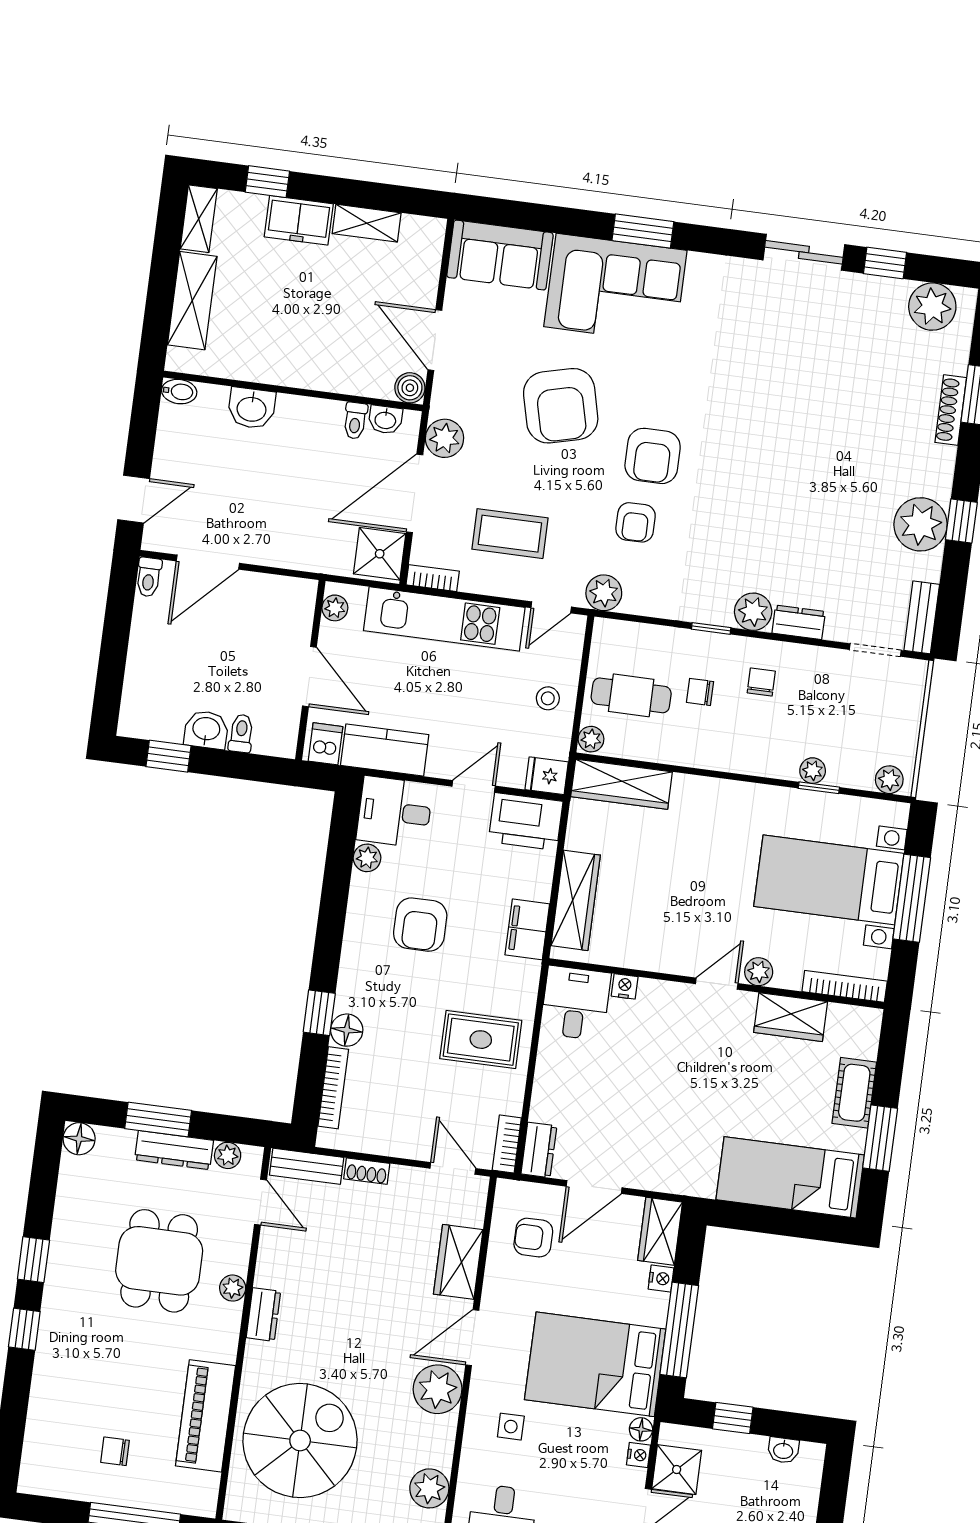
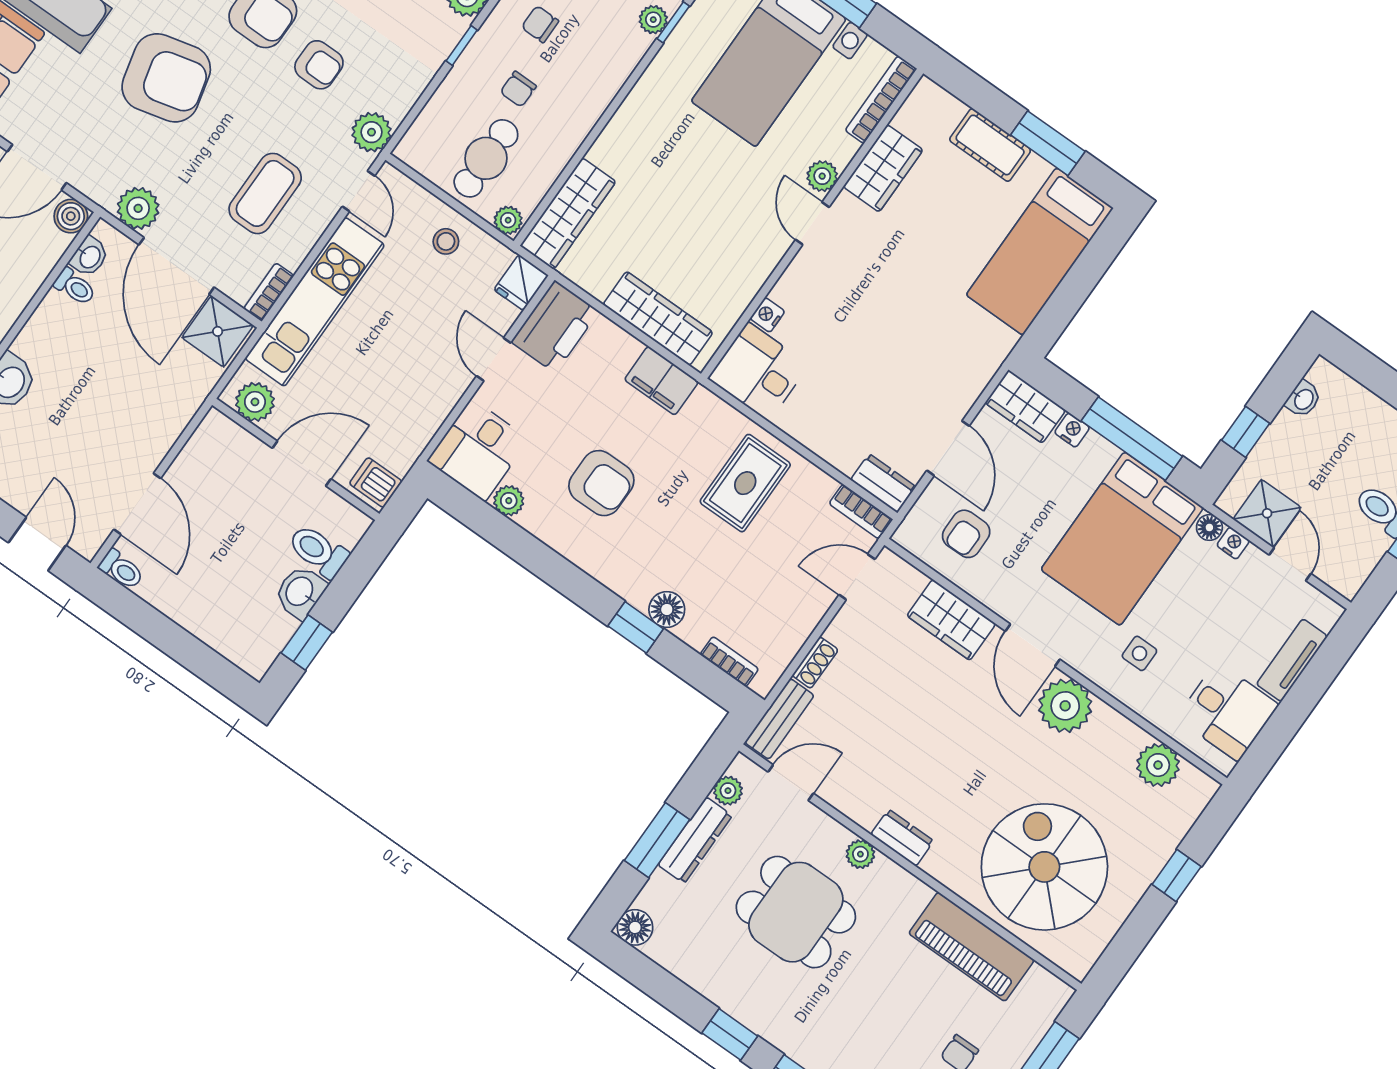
plant: (335, 608) -> (255, 402), width x1.38, depth x1.38
toilet: (241, 733) -> (318, 551), width x1.37, depth x1.39
kitchen counter: (385, 750) -> (412, 428), removed
bookcase: (333, 1088) -> (729, 662), width x0.64

